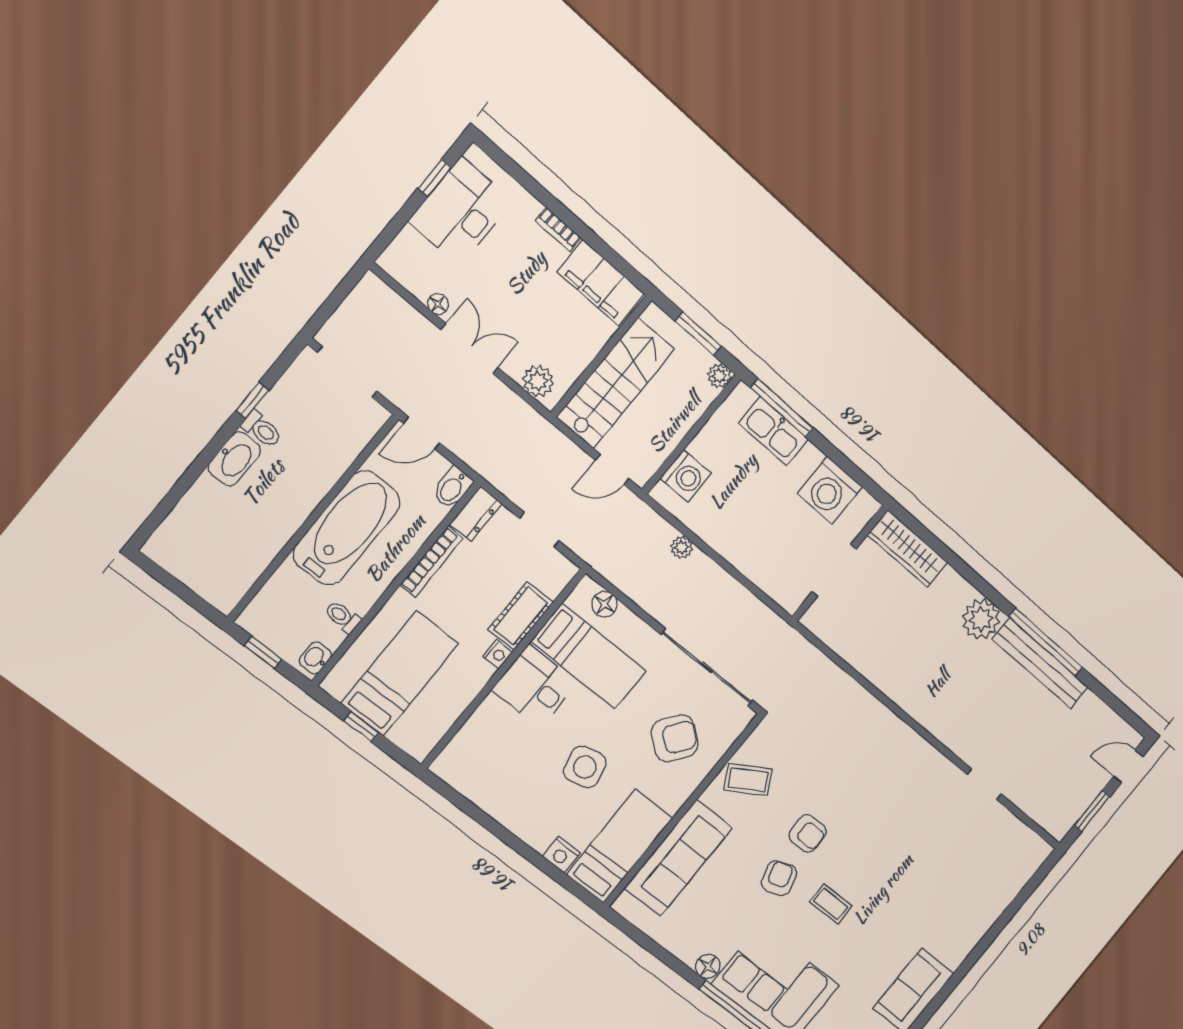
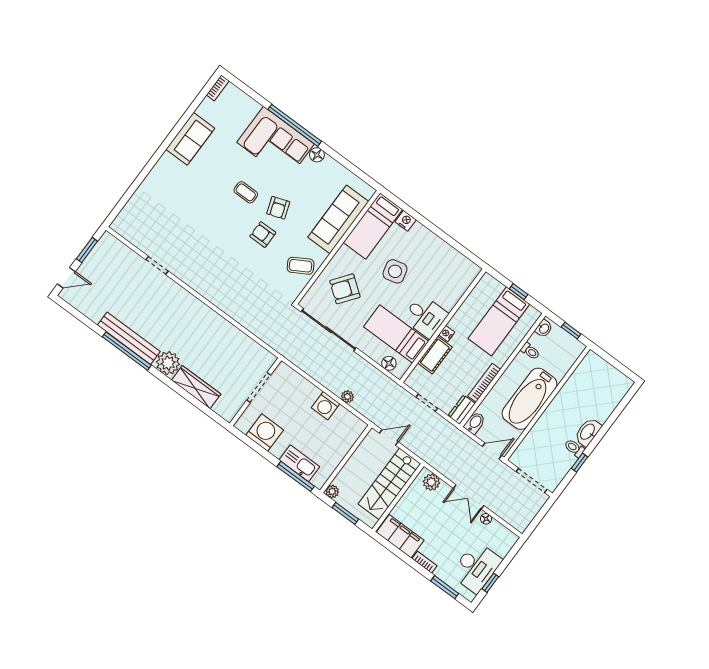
window: (522, 177) -> (445, 587), added
washing machine: (686, 476) -> (326, 406), moved, turned -90
wardrobe: (908, 549) -> (196, 387), moved

